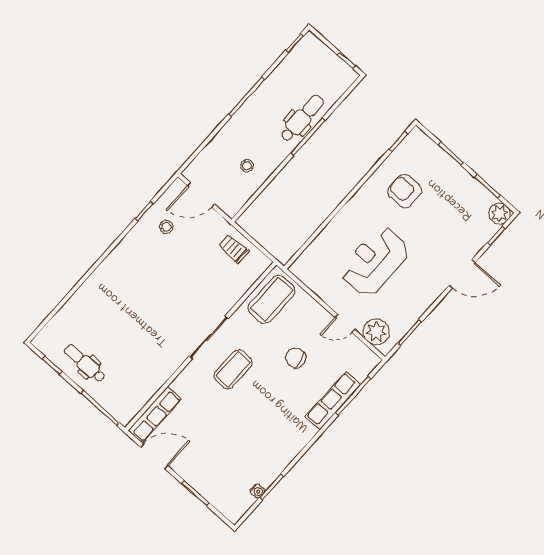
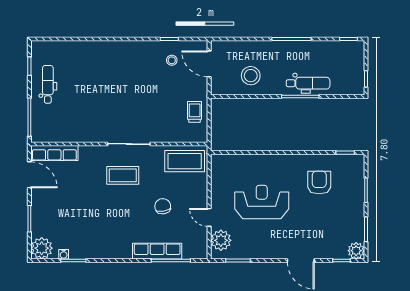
stool: (247, 166) -> (251, 76), width x1.89, depth x1.89
plant: (233, 507) -> (42, 248), added

